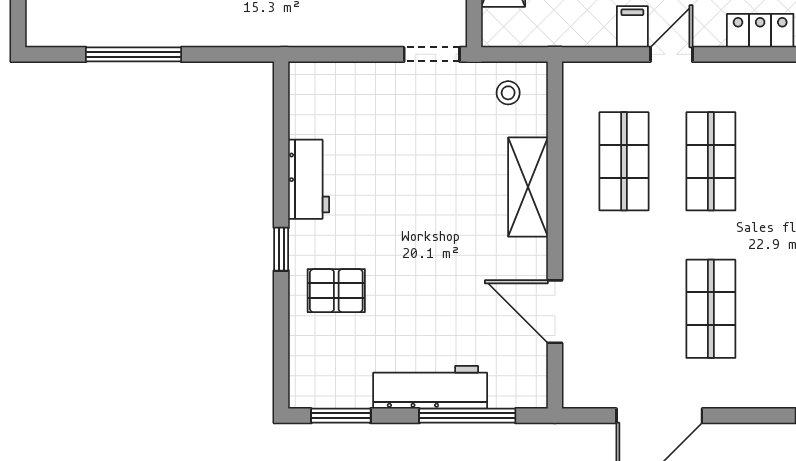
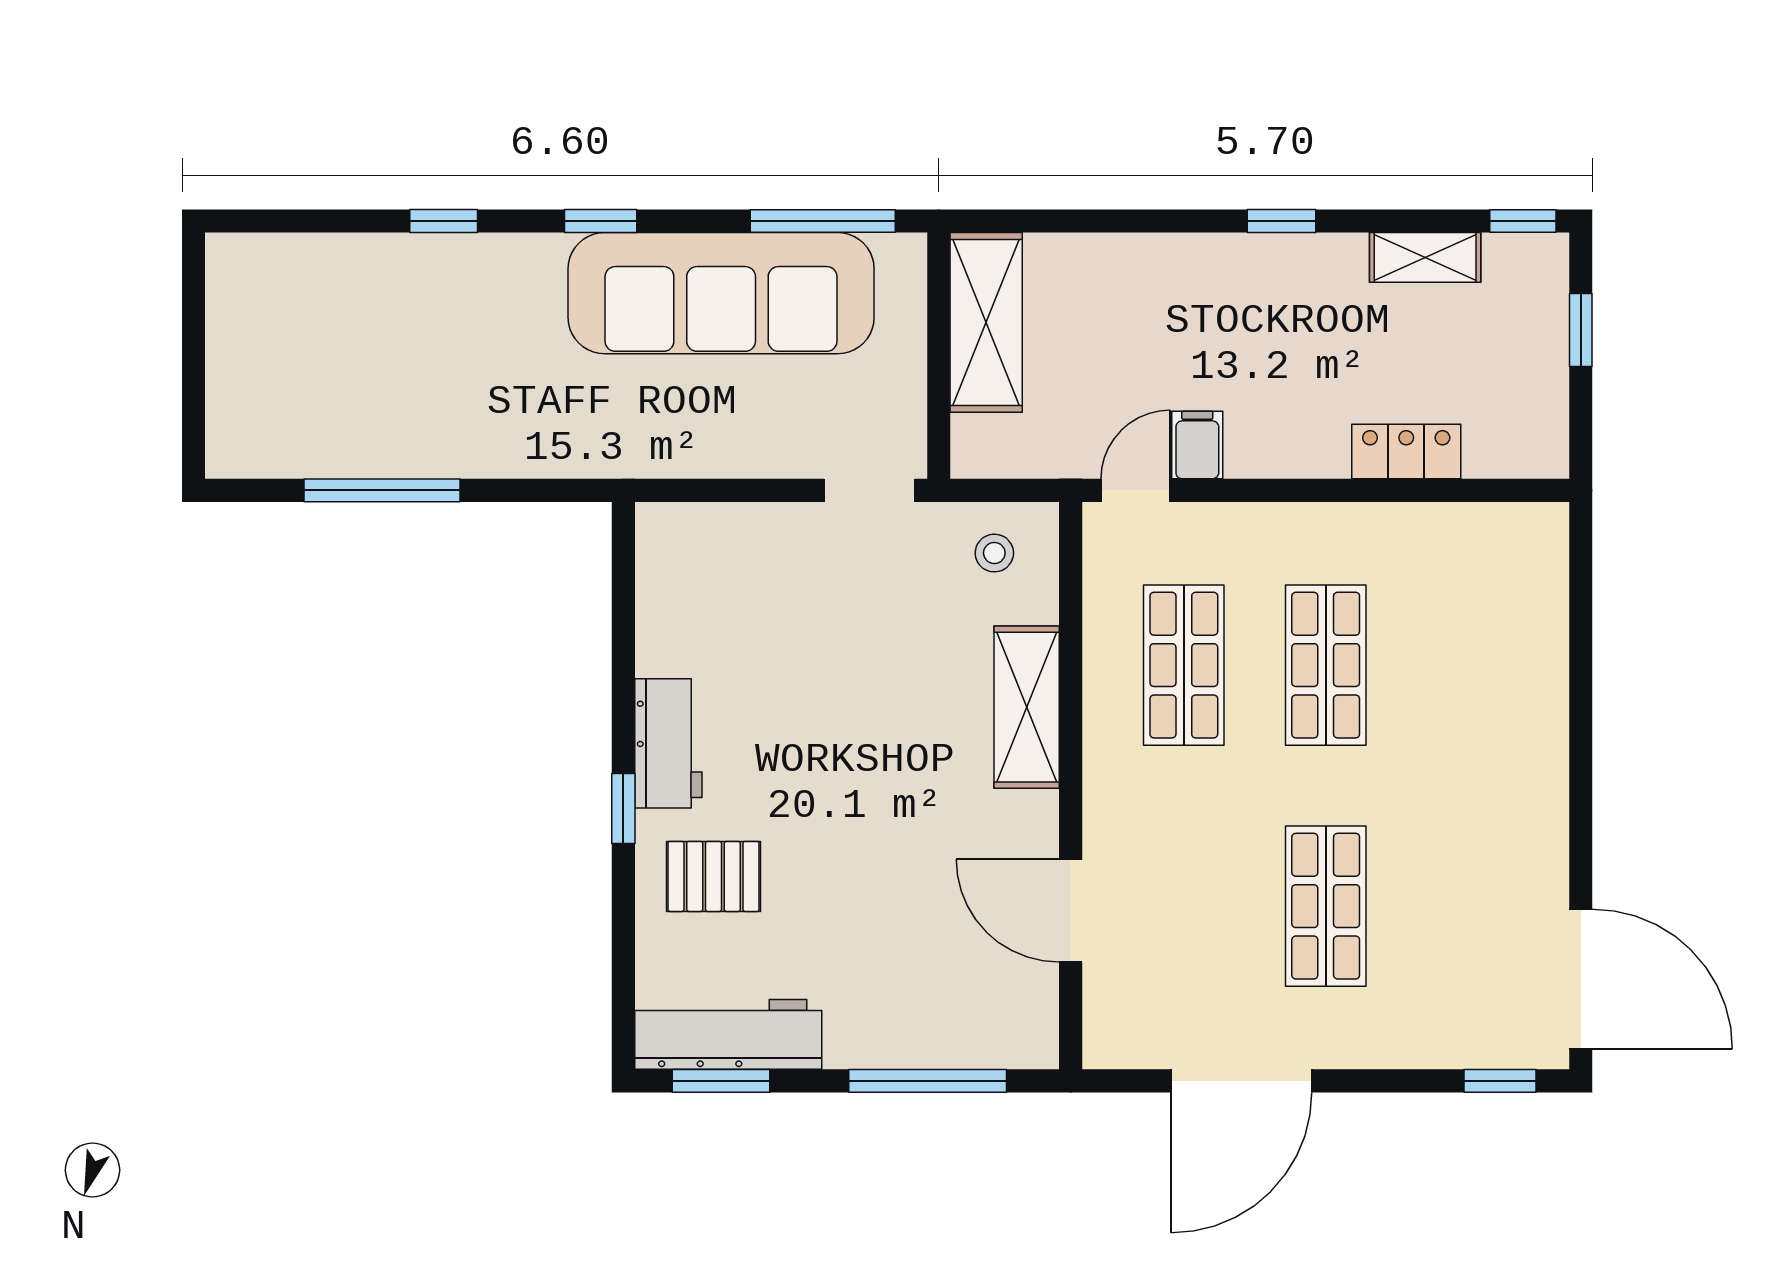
door: (671, 54) -> (1136, 490), moved
workbench: (309, 179) -> (668, 743), moved
workbench: (430, 387) -> (728, 1034), moved

